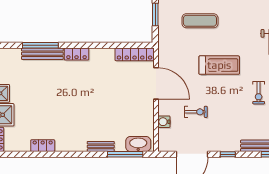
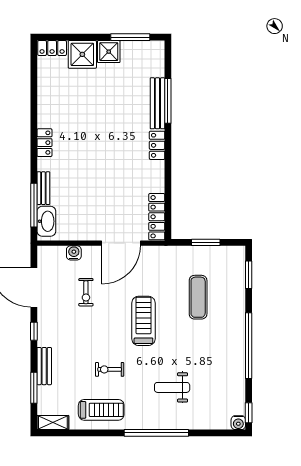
treadmill: (219, 65) -> (143, 321), turned 180
locker: (43, 146) -> (44, 143), moved
bench: (101, 146) -> (43, 188), moved

